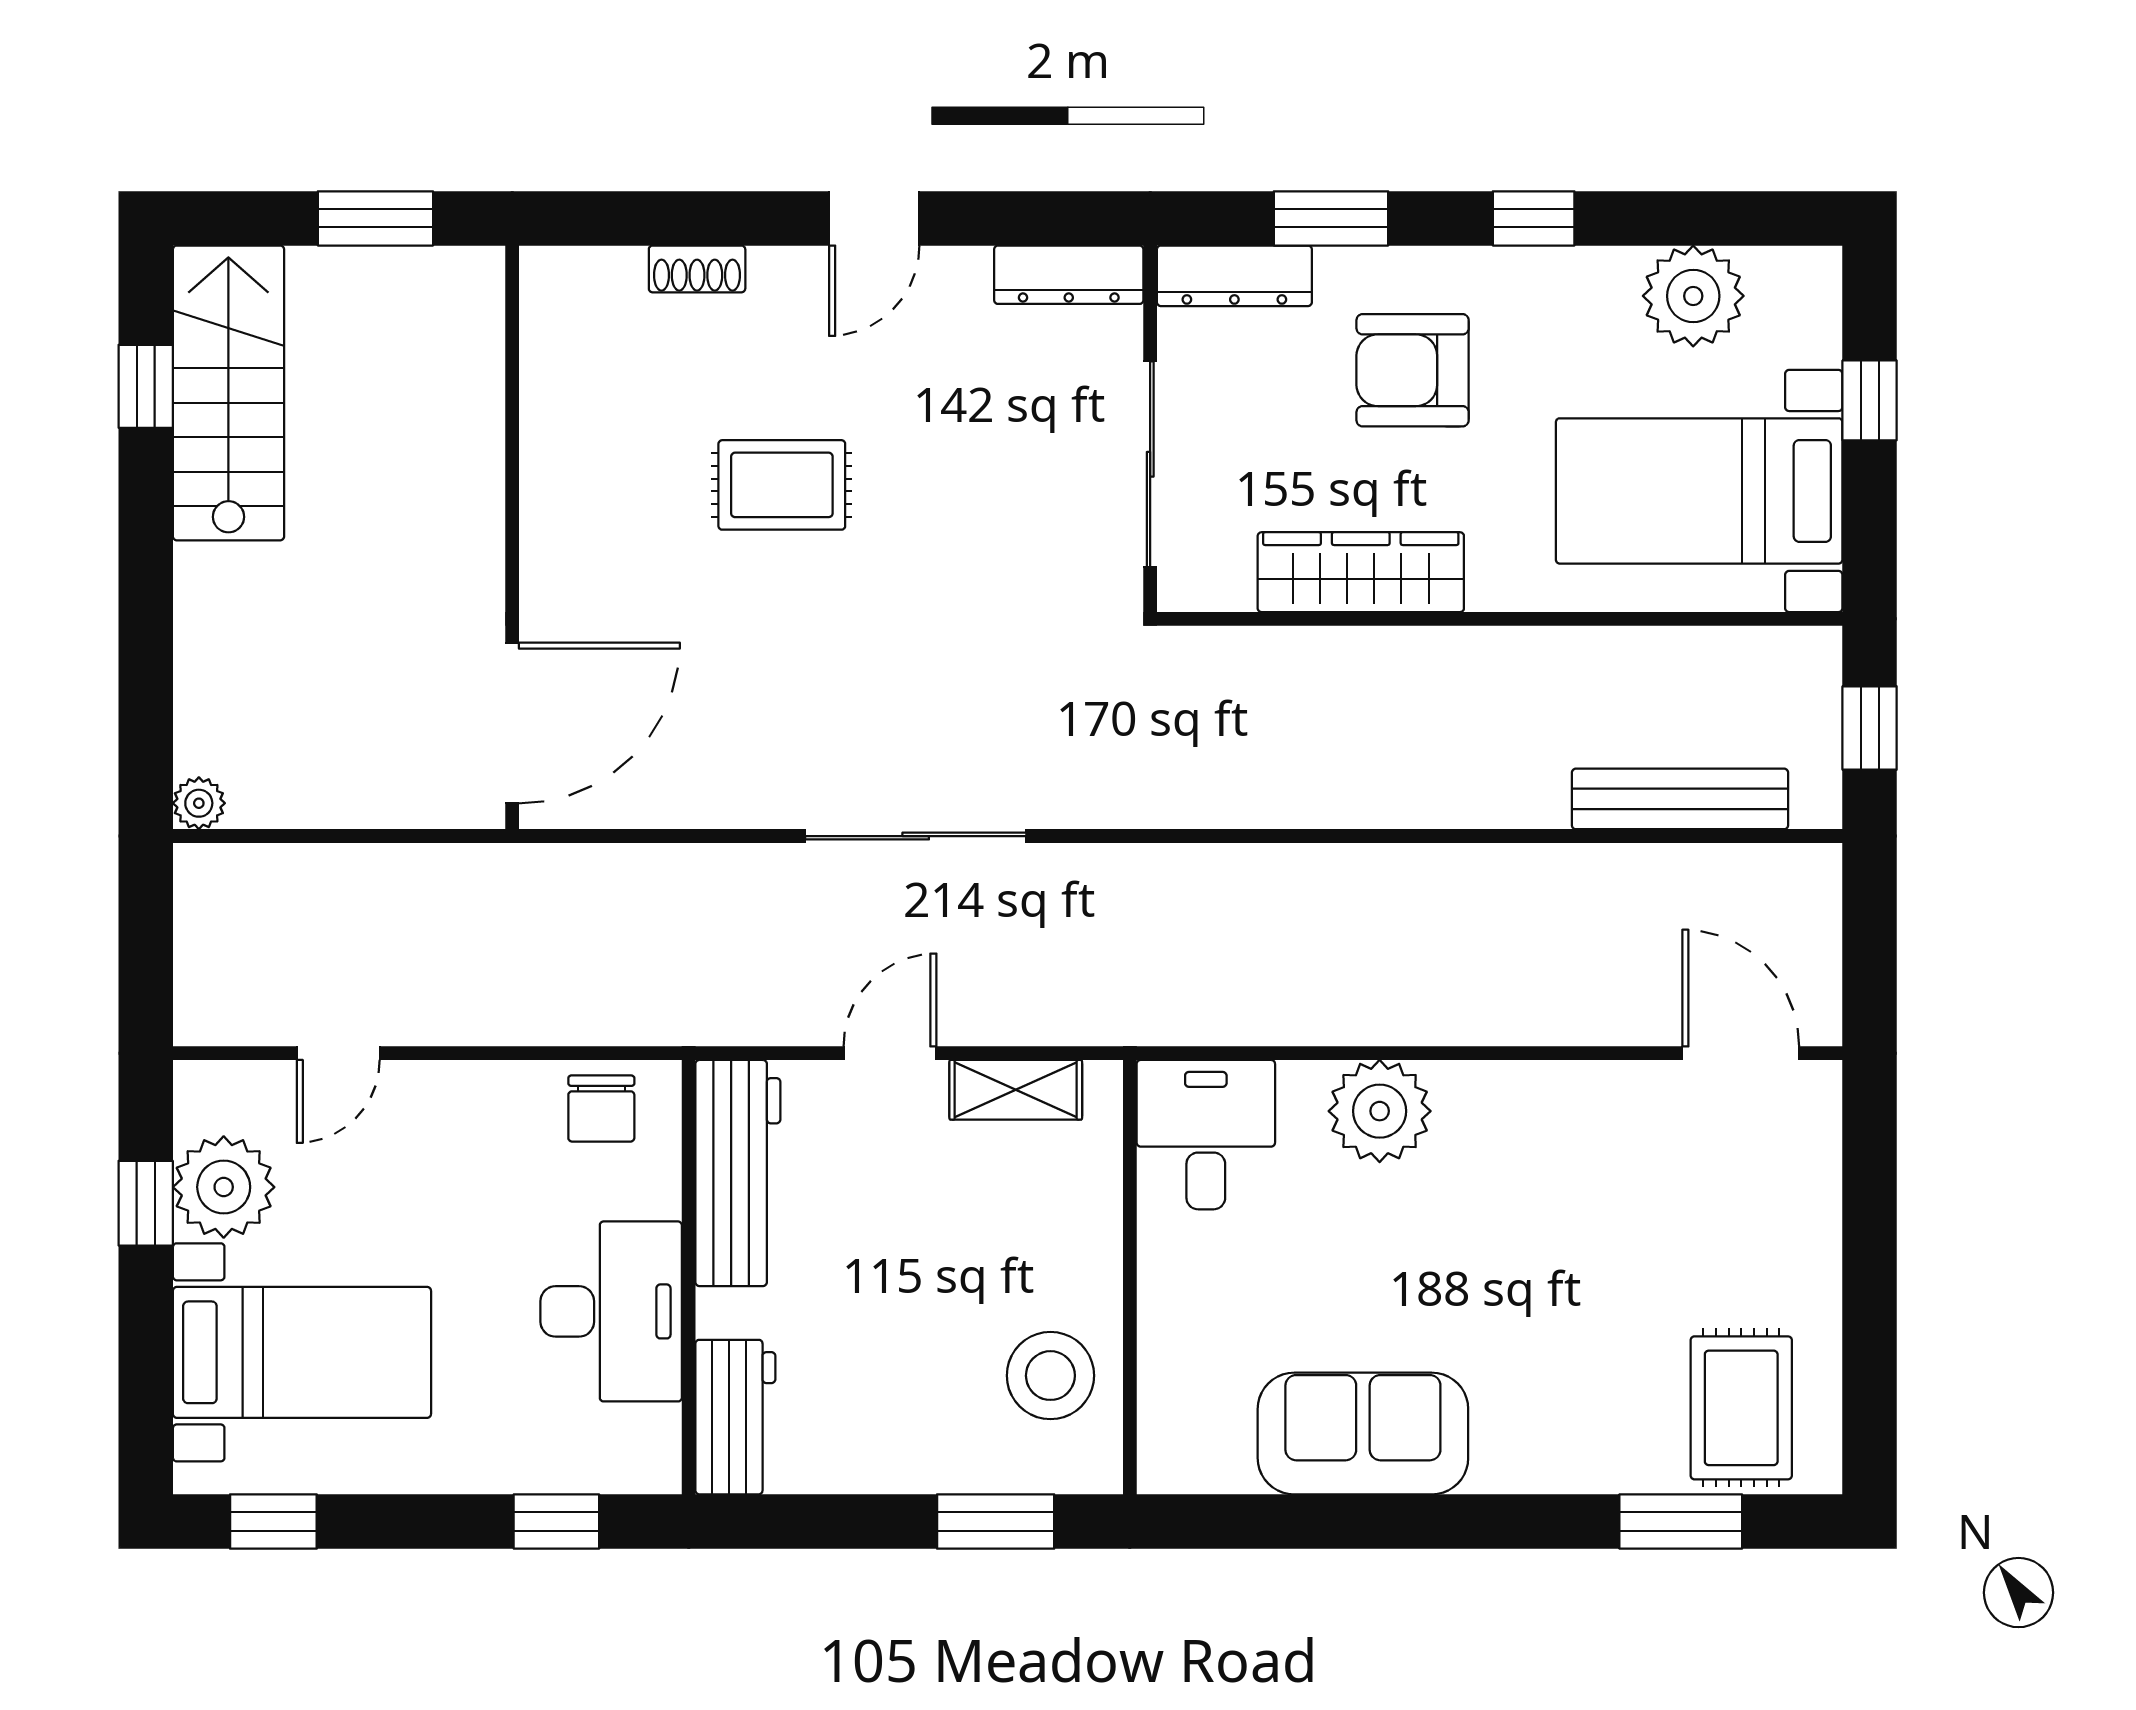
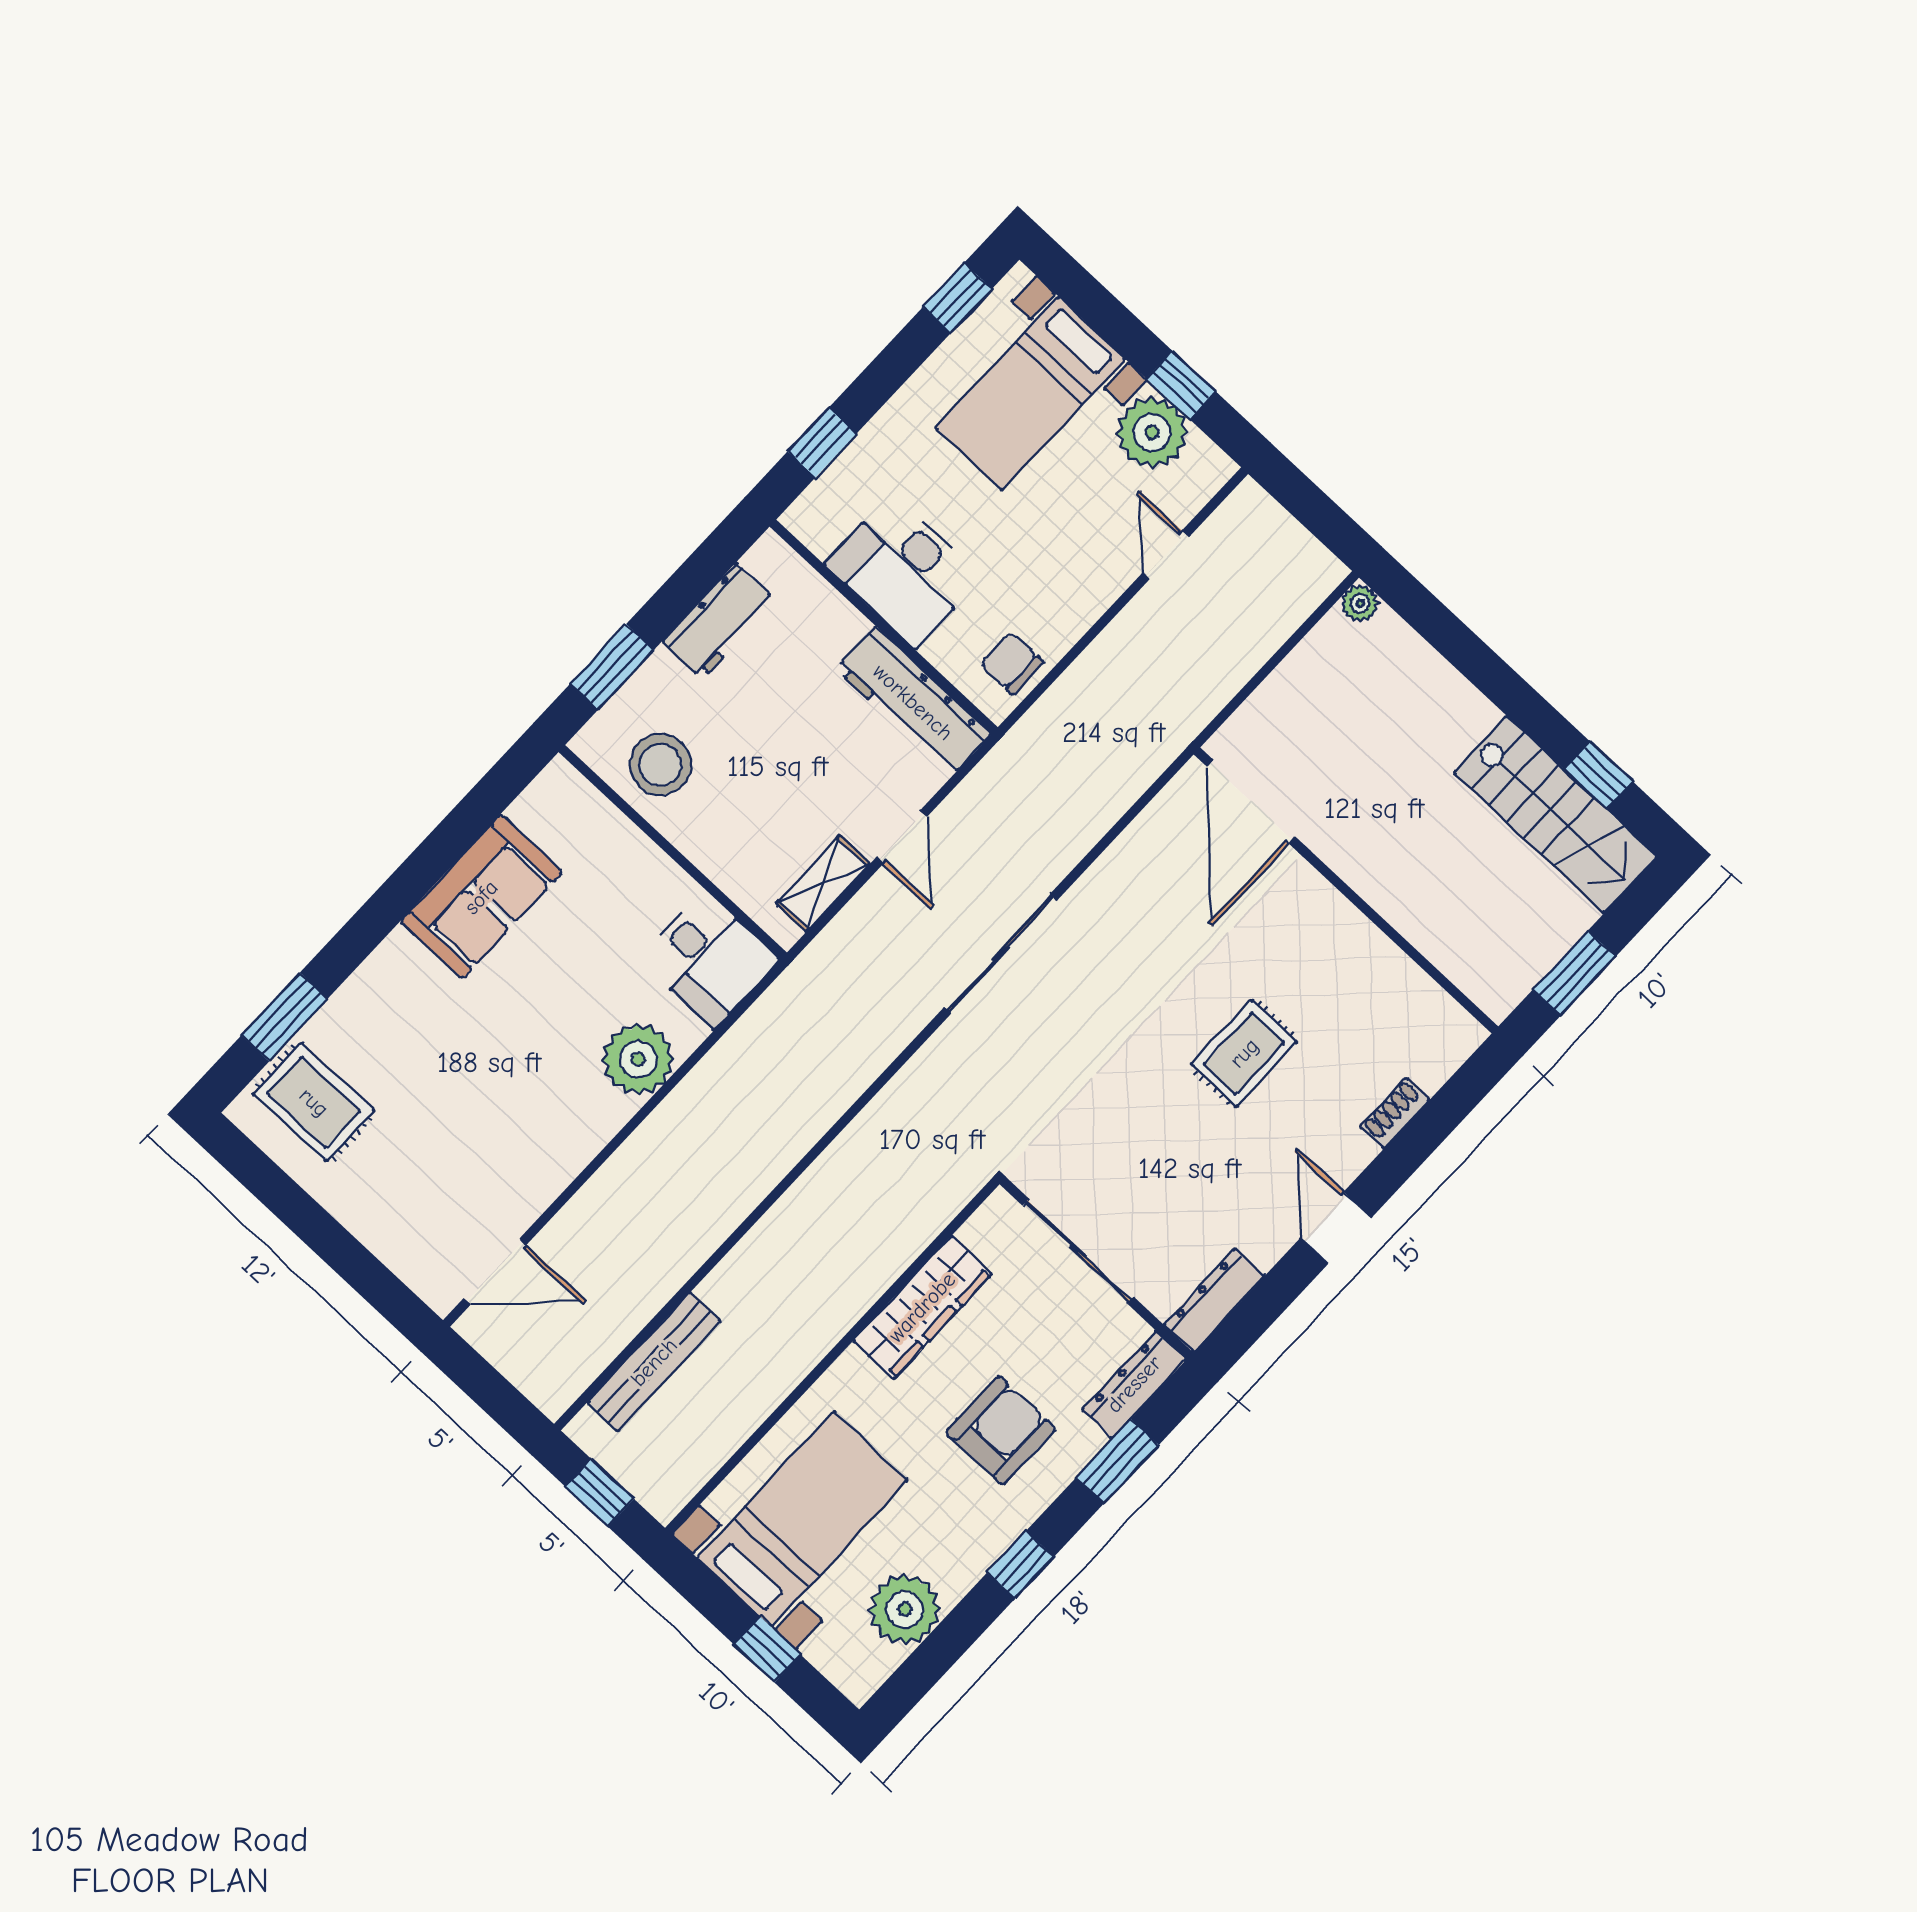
workbench: (735, 1417) -> (719, 621), moved, turned -90

